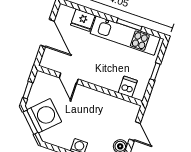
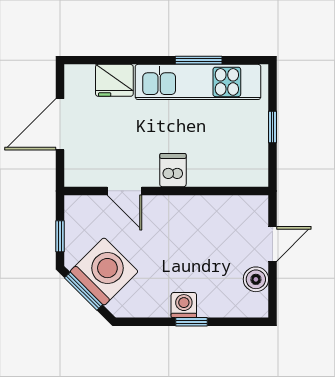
door: (47, 33) -> (60, 124), swing flipped
dishwasher: (128, 87) -> (173, 170), moved
door: (135, 131) -> (273, 244), hinge flipped

